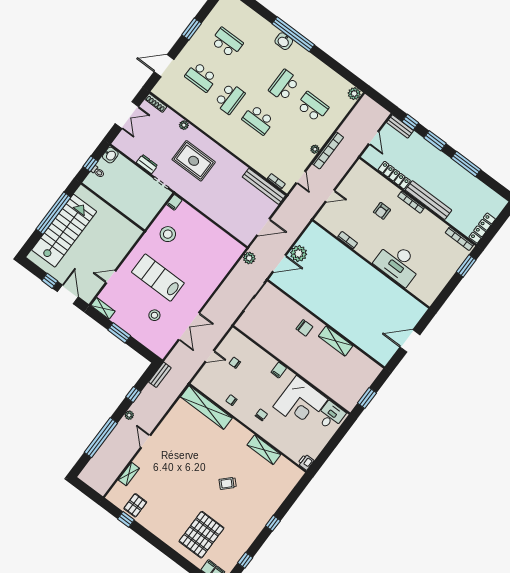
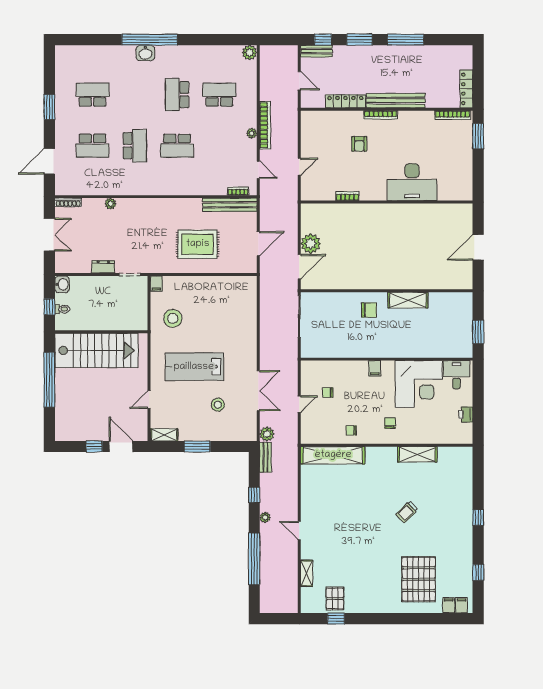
rug: (194, 161) -> (198, 244), moved
stairs: (64, 231) -> (96, 350), moved, turned 90
plant: (249, 258) -> (267, 434), moved
printer: (306, 462) -> (466, 415), moved

